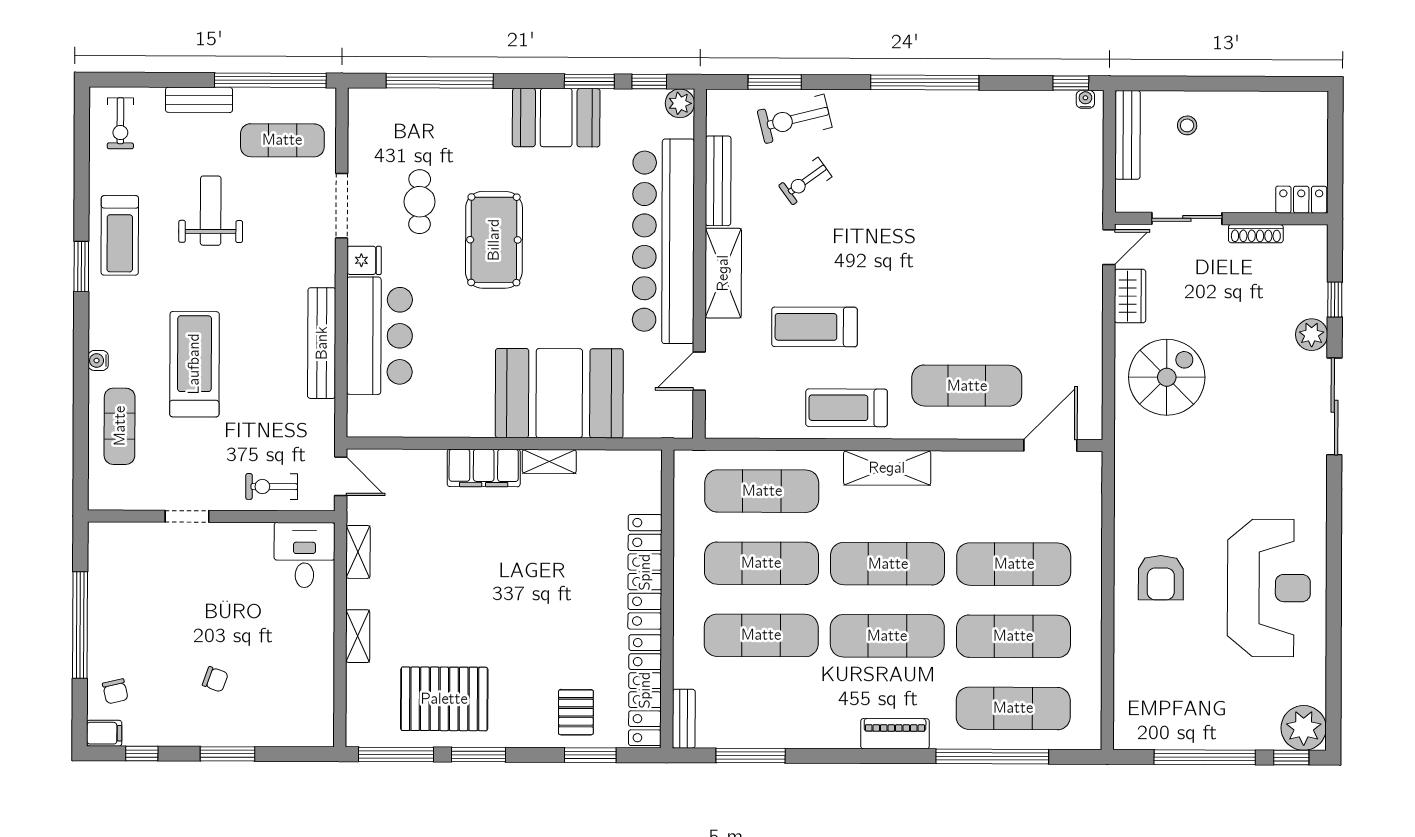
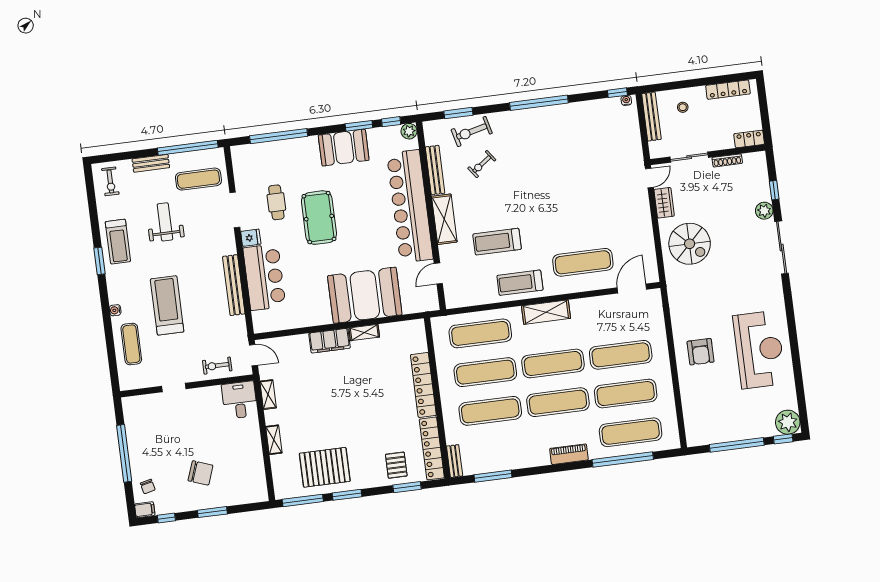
locker: (1274, 104) -> (728, 90), added
spiral stairs: (1167, 377) -> (690, 244), turned 90
chair: (215, 679) -> (201, 473), width x1.87, depth x1.87

